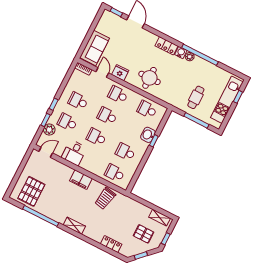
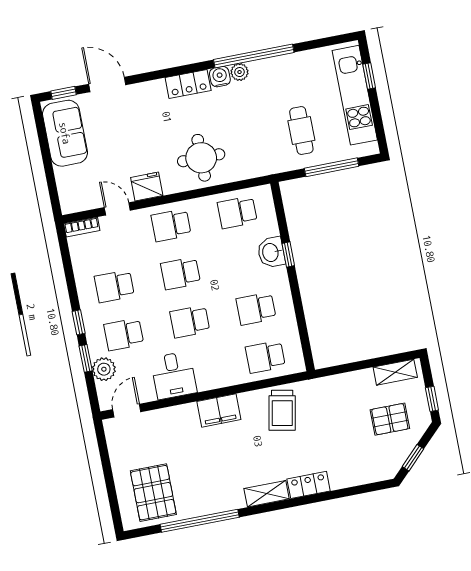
sofa: (95, 48) -> (65, 133), moved
locker: (111, 244) -> (309, 485), moved

